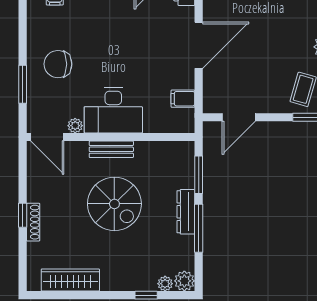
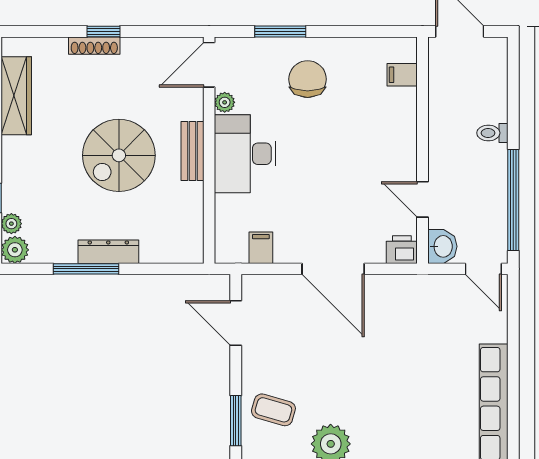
window: (199, 175) -> (158, 269), removed

